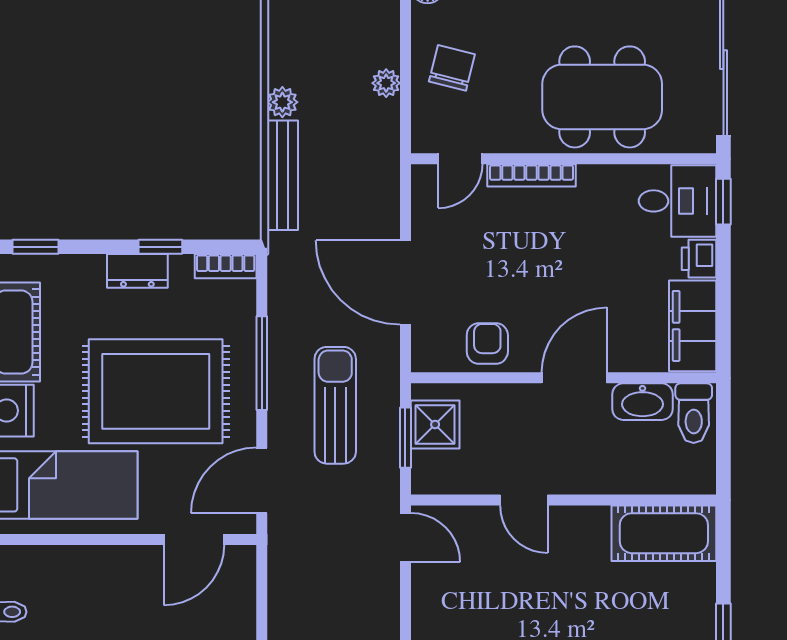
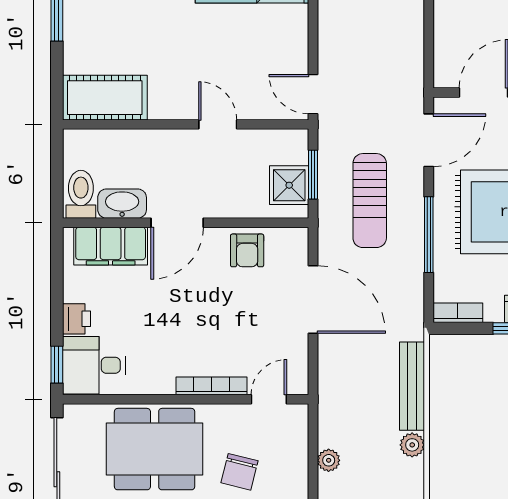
chair: (452, 68) -> (240, 472), moved
filing cabinet: (693, 326) -> (111, 246), moved, turned 90

